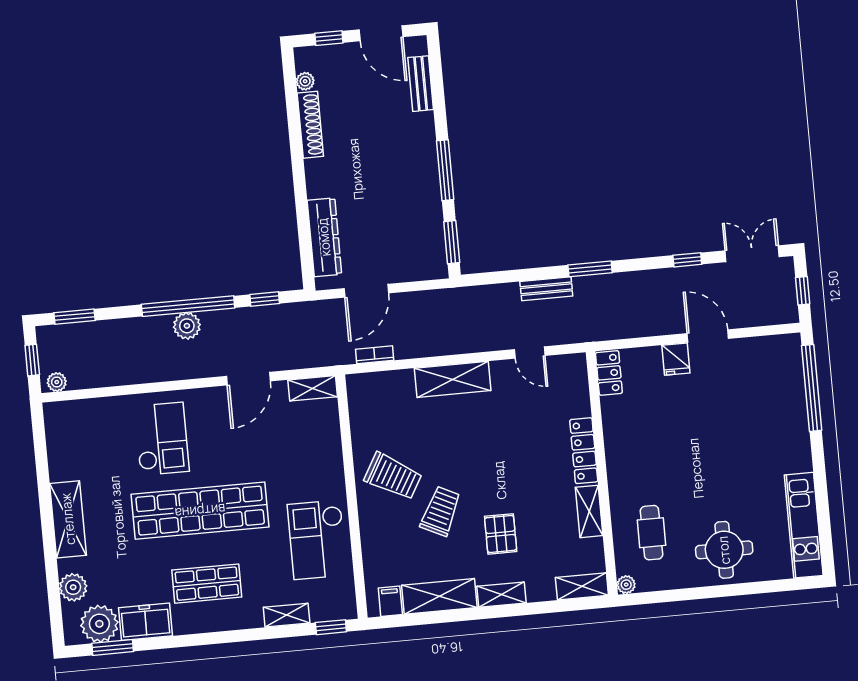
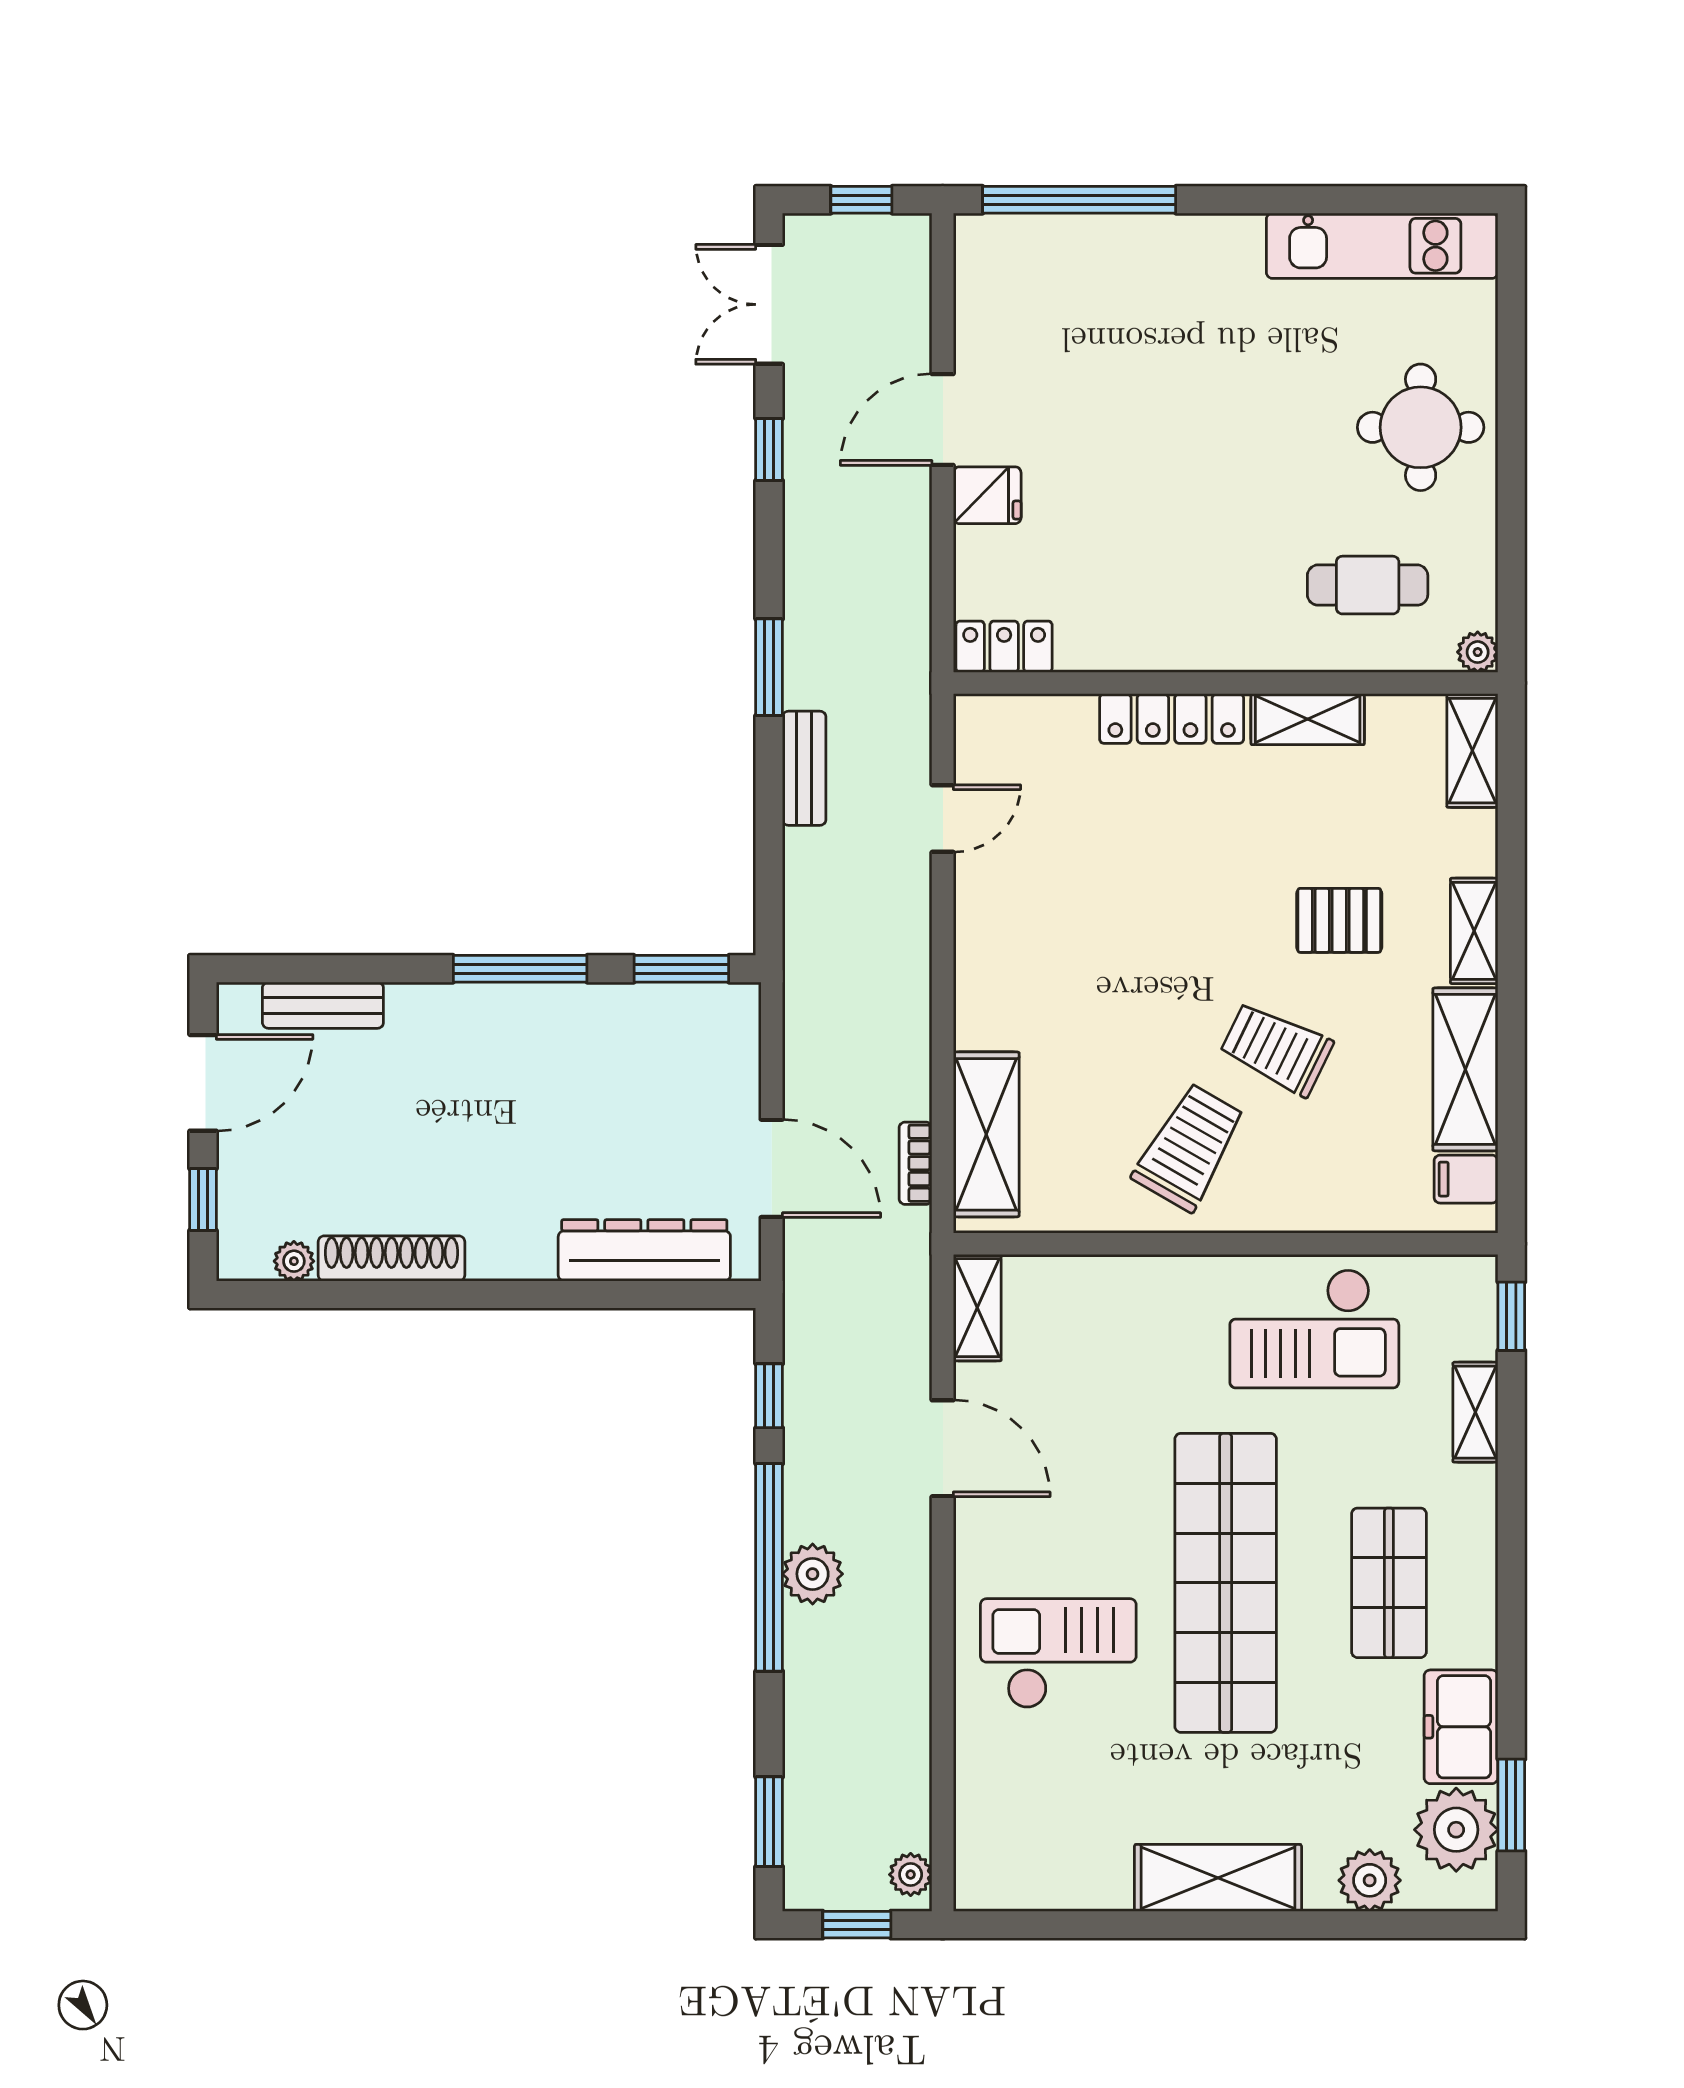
shelving: (453, 379) -> (986, 1134), moved

